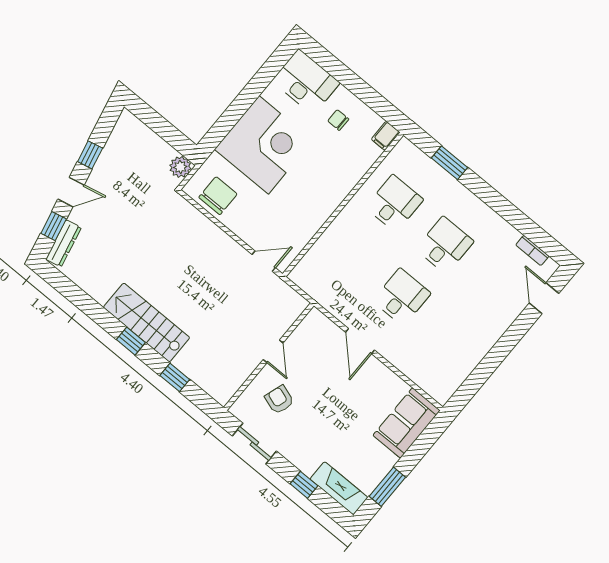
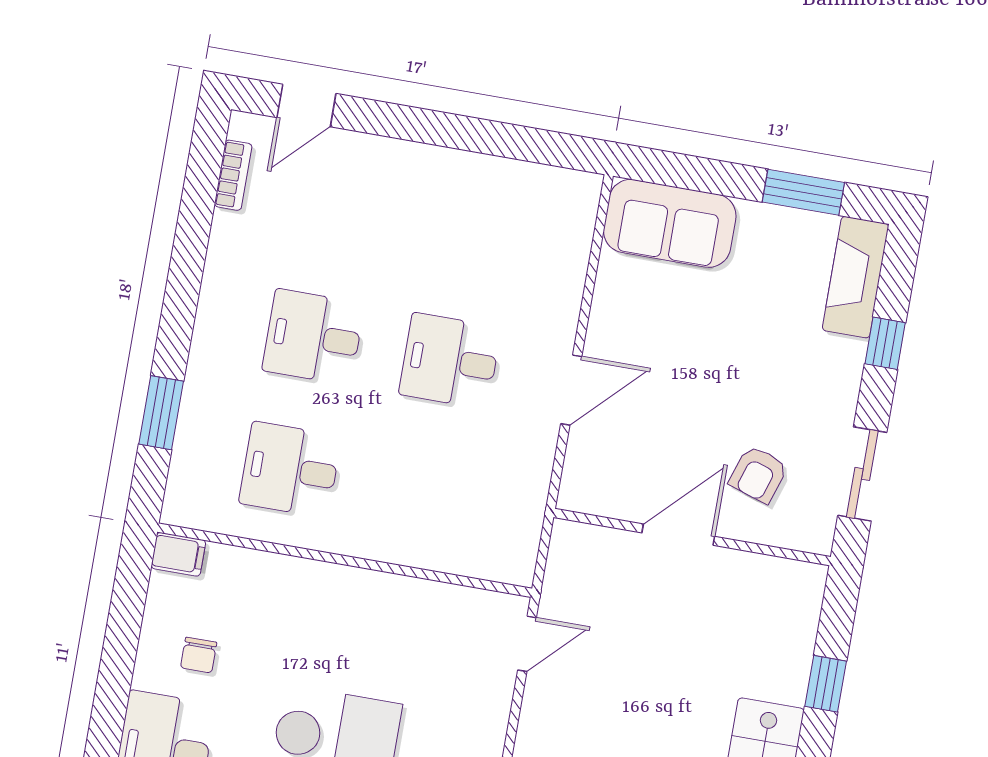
door: (264, 261) -> (527, 644), swing flipped
door: (273, 351) -> (678, 535), width x1.38

